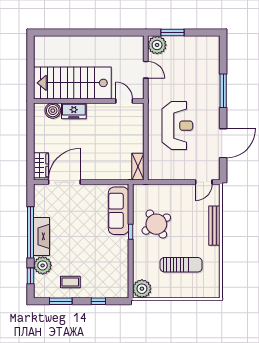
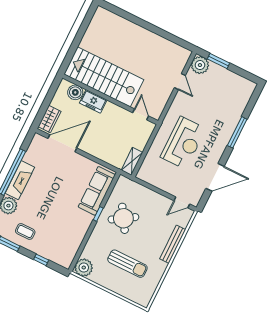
stairs: (72, 83) -> (104, 77), moved
wall: (89, 101) -> (110, 99), moved
door: (124, 101) -> (141, 114), moved
boiler: (53, 111) -> (75, 92), moved
freezer: (74, 111) -> (93, 101), moved

